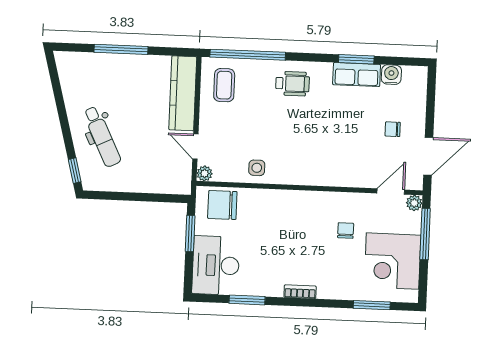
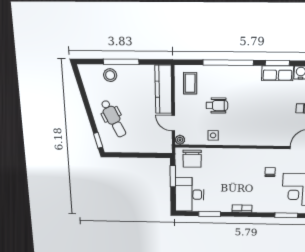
window: (248, 55) -> (228, 63), moved
stool: (103, 69) -> (110, 75), added
wheelchair: (293, 84) -> (217, 105), moved
chair: (222, 205) -> (192, 159), turned -90

